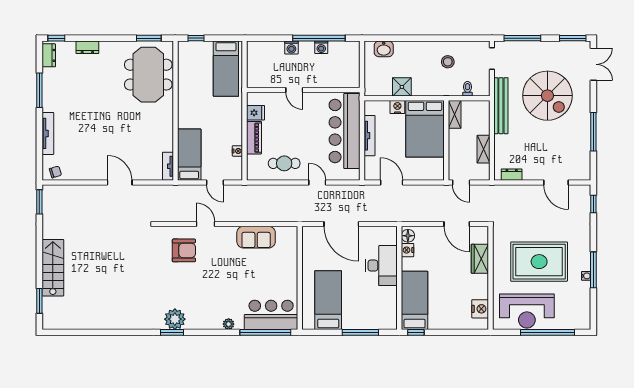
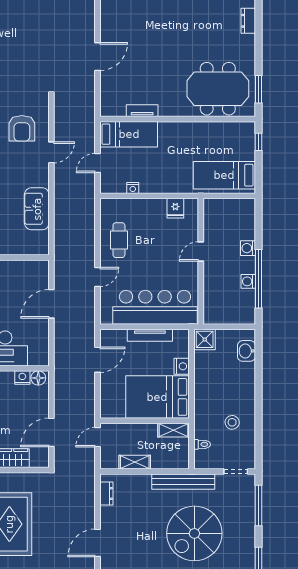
shower: (402, 87) -> (205, 339), moved
piano: (254, 138) -> (148, 206), removed
tv unit: (168, 166) -> (142, 111), moved
door: (341, 224) -> (51, 304), width x0.73

